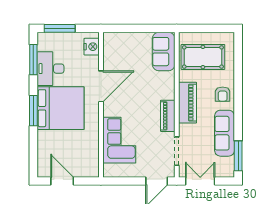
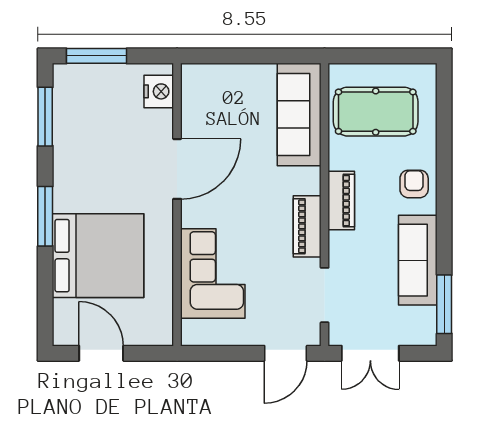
sofa: (164, 52) -> (299, 115), width x1.36
desk: (50, 69) -> (79, 134), removed
armchair: (223, 94) -> (414, 184), turned 180
piano: (187, 103) -> (341, 201), width x0.73, depth x0.75
bed: (60, 108) -> (98, 256), moved
double door: (200, 181) -> (370, 353), swing flipped

